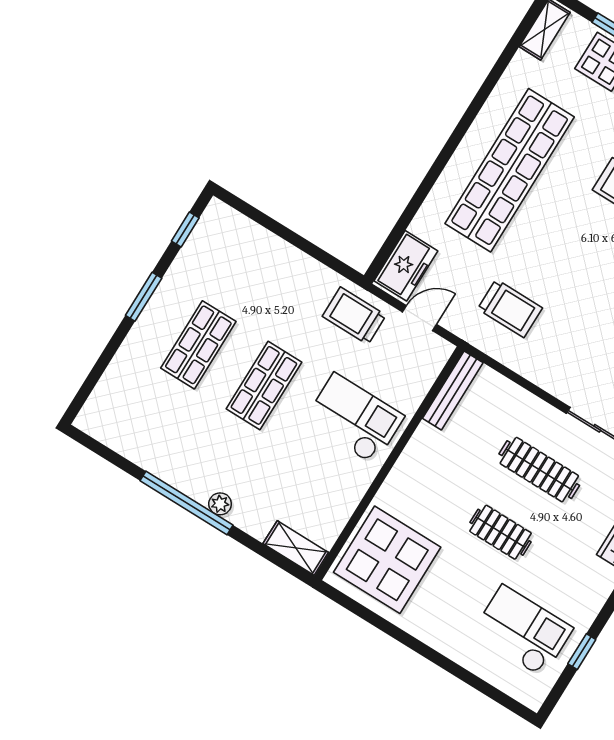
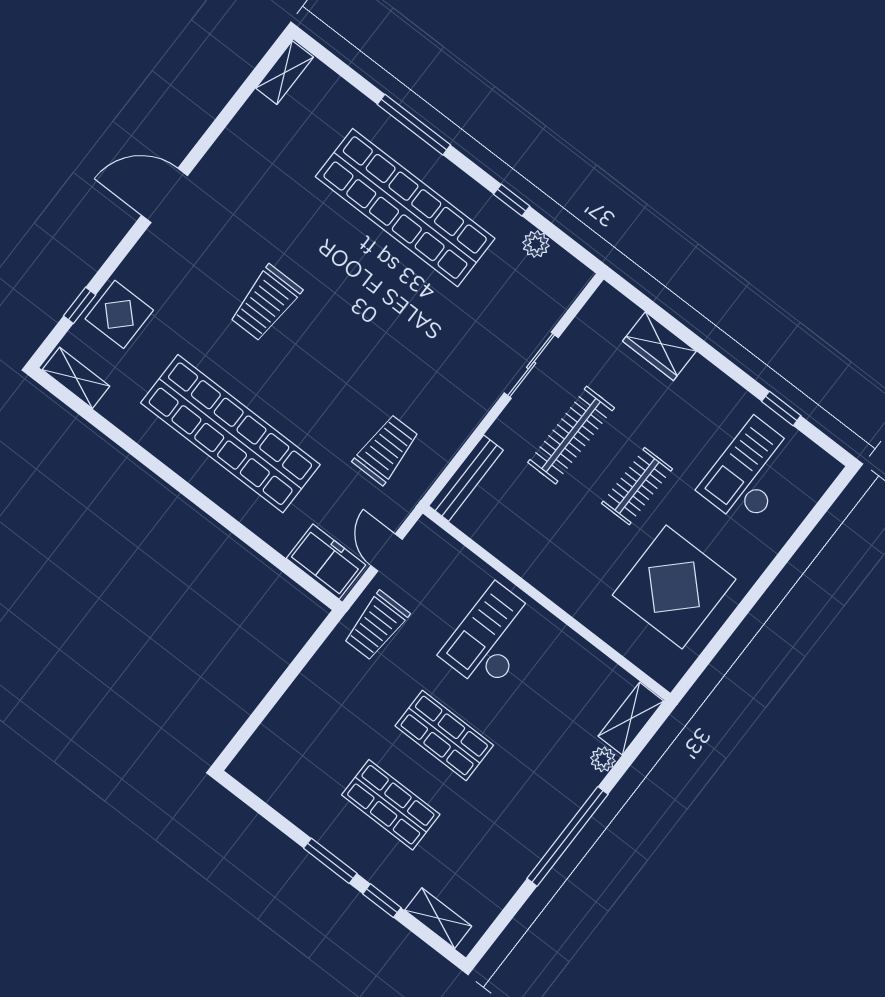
window: (185, 229) -> (382, 901), moved
bench: (453, 390) -> (466, 478), moved, turned 90
shelving: (103, 397) -> (438, 918), added
plant: (220, 504) -> (603, 759), moved
display table: (387, 560) -> (674, 587), moved

